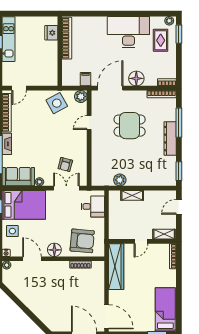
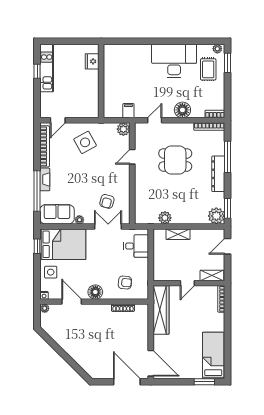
bookcase: (67, 38) -> (108, 67), removed
door: (110, 88) -> (155, 120), width x0.53
side table: (57, 103) -> (85, 142), moved
plant: (168, 178) -> (216, 216), added
armchair: (82, 241) -> (125, 283), width x0.53, depth x0.53

